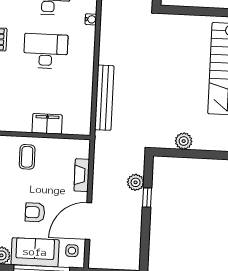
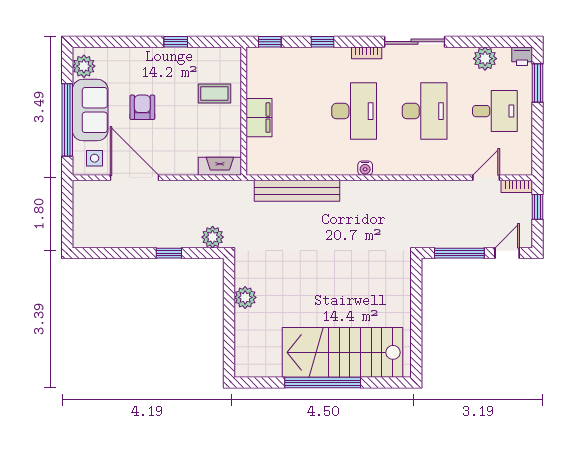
water cooler: (91, 19) -> (365, 168), moved
fireplace: (82, 175) -> (220, 166), moved
plant: (136, 182) -> (213, 237), moved

